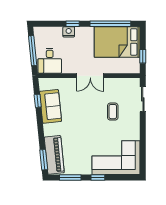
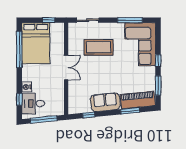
window: (73, 24) -> (19, 99), moved
desk: (50, 61) -> (33, 104), moved, turned 180
sofa: (51, 106) -> (105, 102), moved
coffee table: (113, 112) -> (99, 47), width x1.86, depth x1.72
window: (143, 146) -> (130, 20), added
window: (44, 160) -> (130, 111), moved

